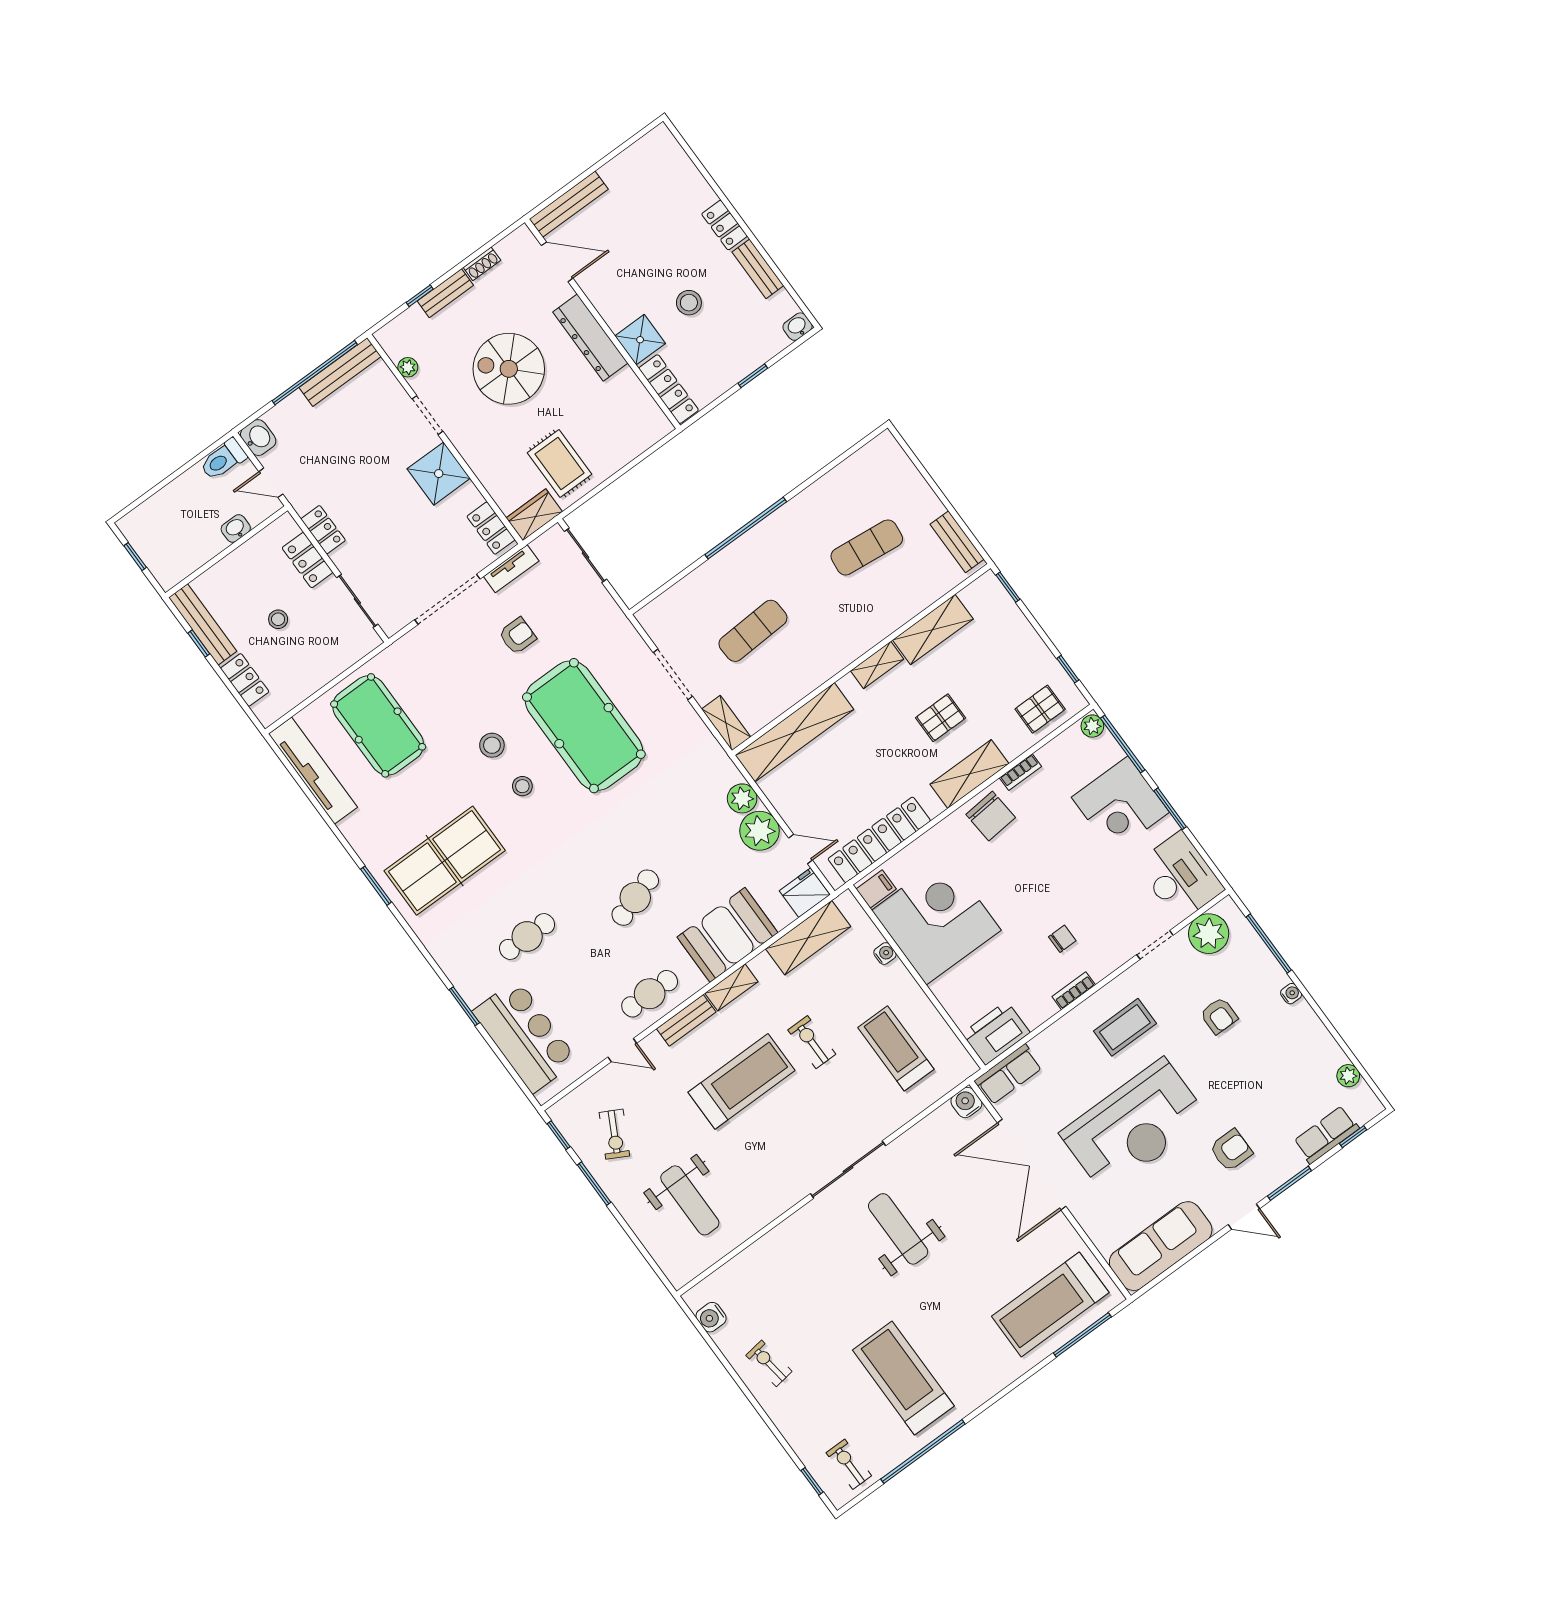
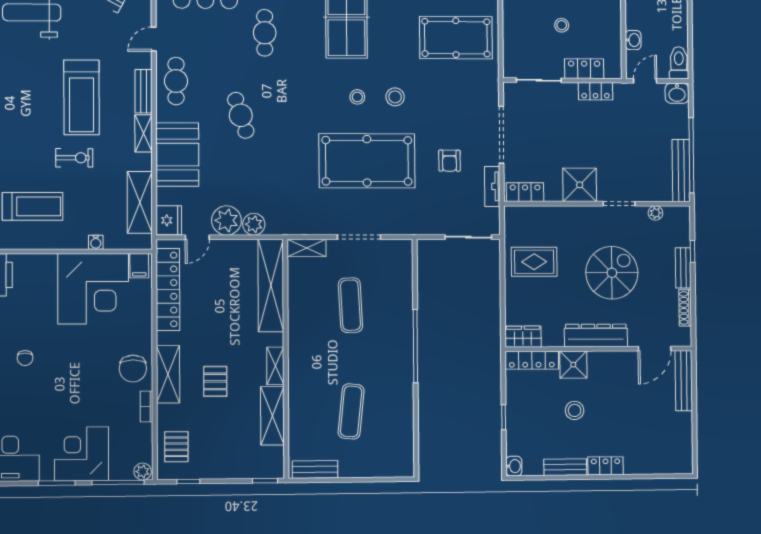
shoe rack: (482, 264) -> (685, 308), width x1.43
wardrobe: (534, 515) -> (523, 337), moved, turned -90
chair: (991, 816) -> (133, 369), turned -85

